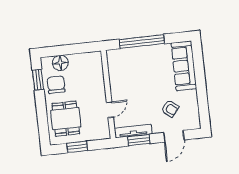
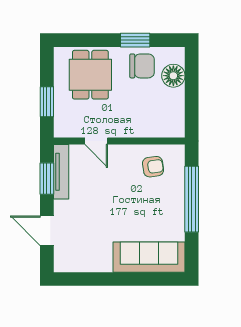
window: (38, 80) -> (135, 40), moved
armchair: (170, 109) -> (153, 167), moved, turned -137
dining table: (66, 119) -> (90, 75), turned 90
window: (77, 147) -> (47, 102), moved

